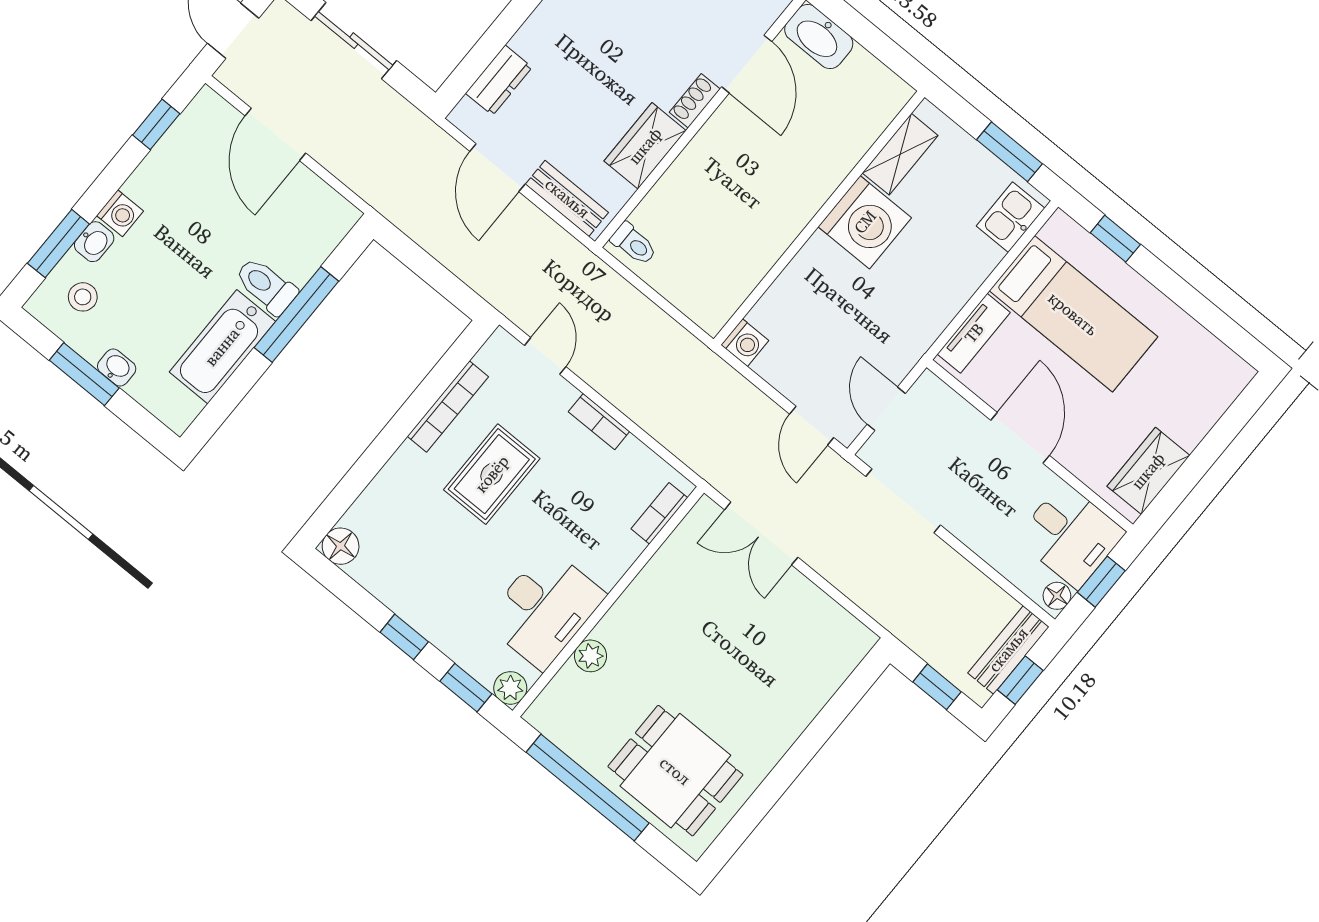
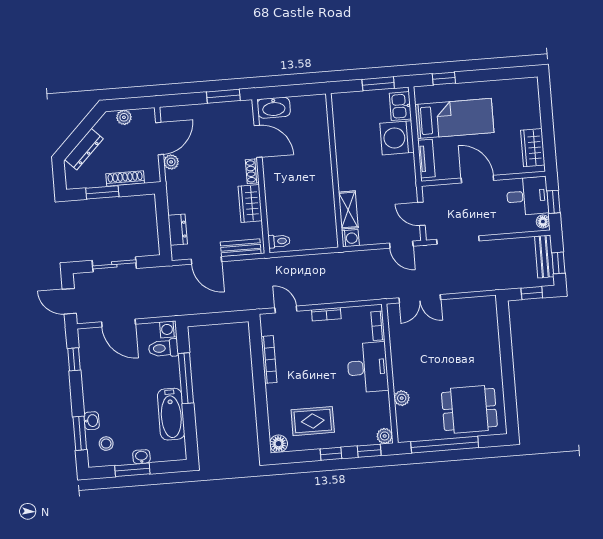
shelving: (900, 154) -> (348, 210), moved
washing machine: (120, 213) -> (168, 329), moved, turned 180
washing machine: (865, 222) -> (397, 138), moved, turned 180
toilet: (266, 286) -> (163, 348), moved
rug: (492, 474) -> (313, 421), moved, turned 90
desk: (545, 609) -> (368, 367), moved

